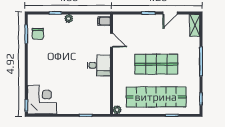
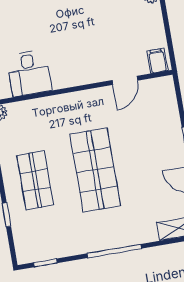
desk: (99, 65) -> (29, 73), moved
shop shelf: (156, 97) -> (35, 180), width x0.50, depth x0.74

